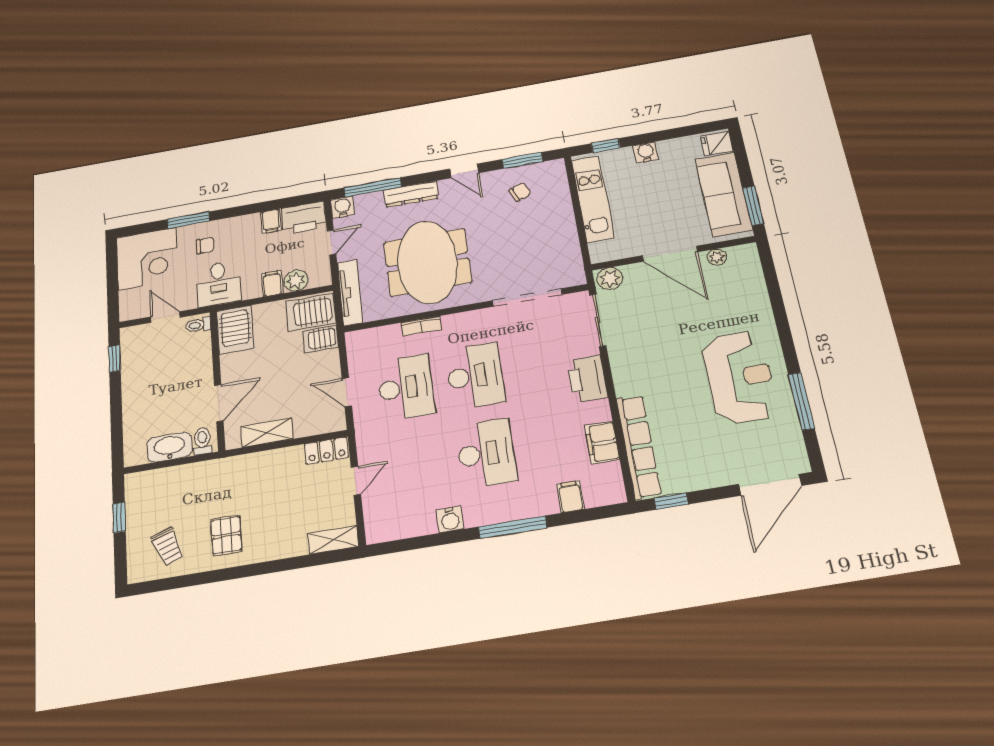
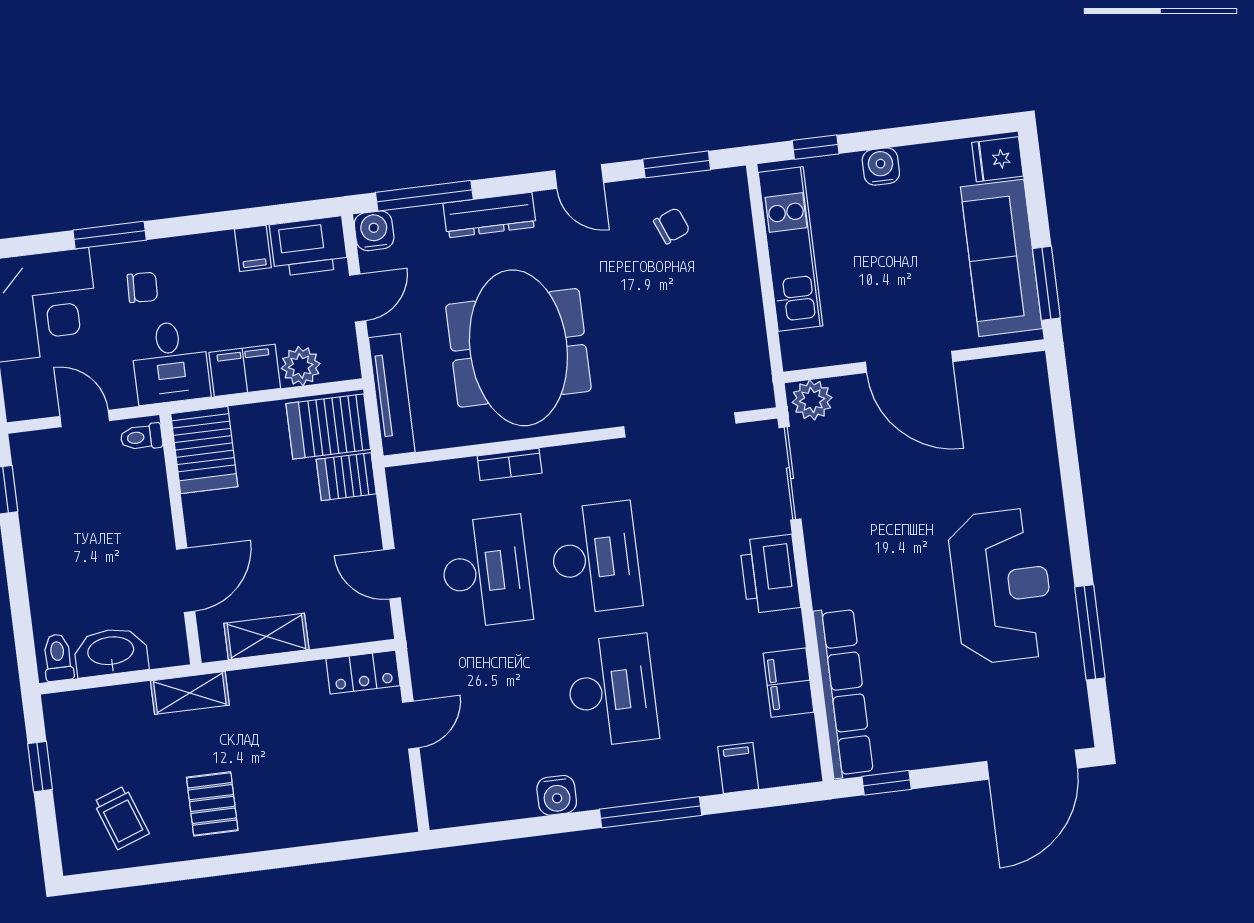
plant: (717, 257) -> (983, 373), removed
filing cabinet: (272, 283) -> (245, 370), width x2.00
toilet: (202, 441) -> (58, 657), moved
shelving: (333, 540) -> (190, 693), moved

